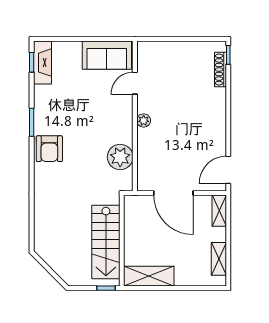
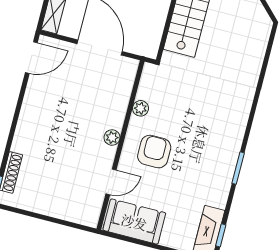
armchair: (49, 149) -> (154, 152), moved
plant: (120, 157) -> (141, 108), width x0.53, depth x0.53

